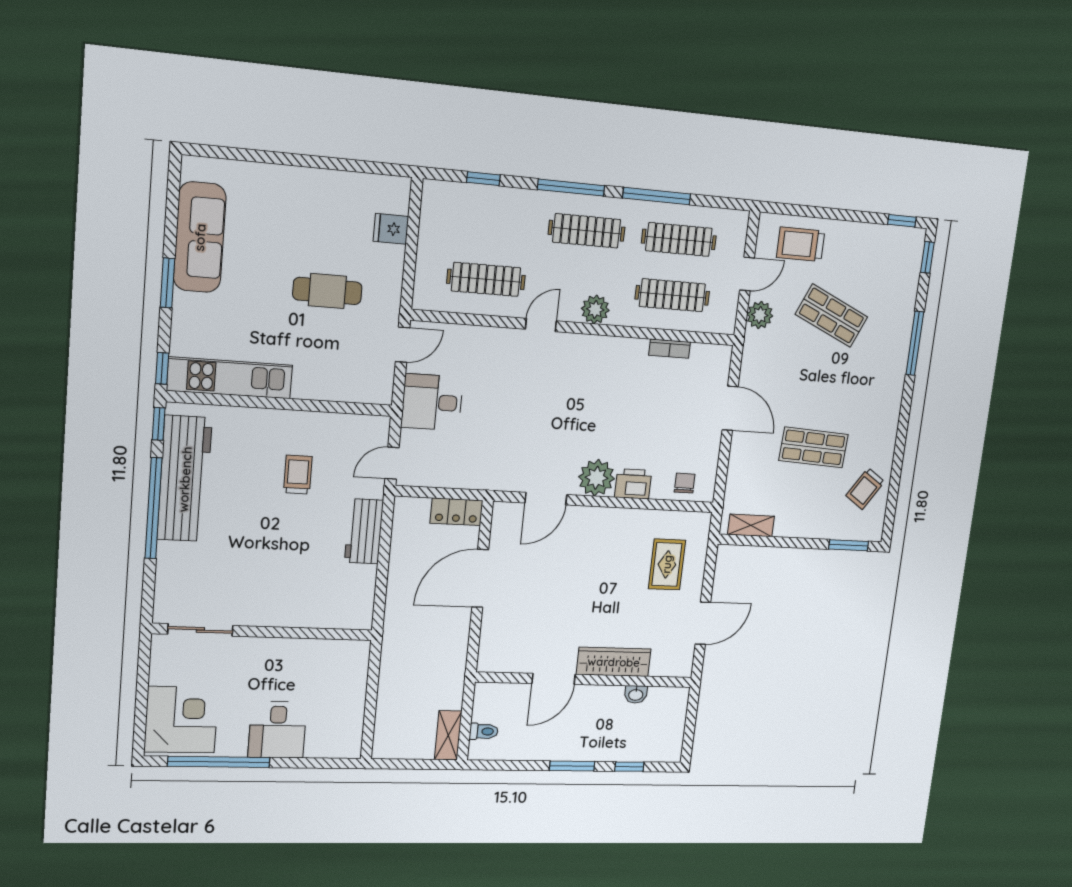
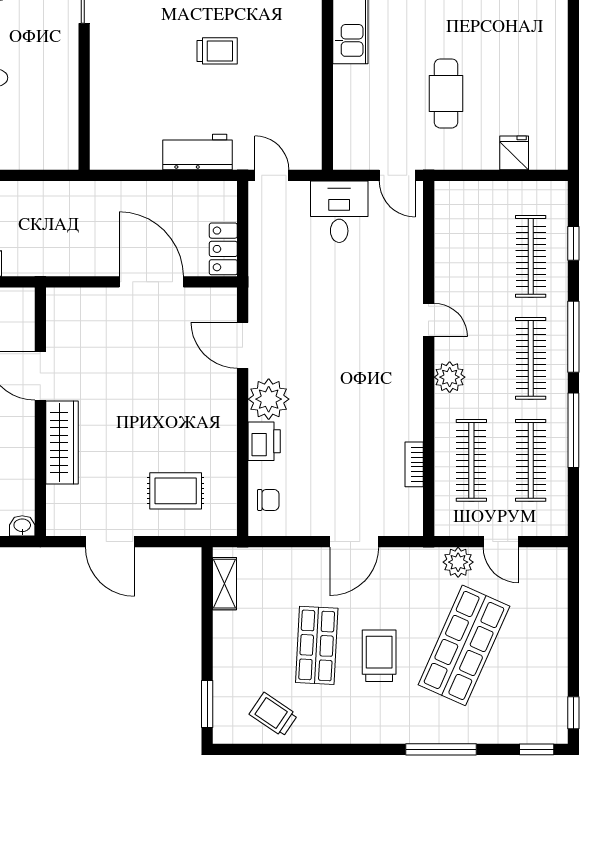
trolley: (801, 244) -> (379, 656), moved
clothes rail: (486, 279) -> (531, 256), moved
shop shelf: (831, 316) -> (464, 645), width x1.43, depth x1.36
trolley: (298, 475) -> (217, 51), moved
washbasin: (636, 694) -> (22, 526), moved, turned 90

